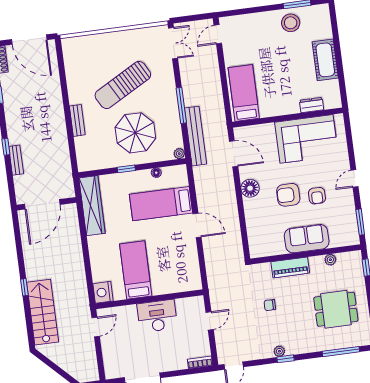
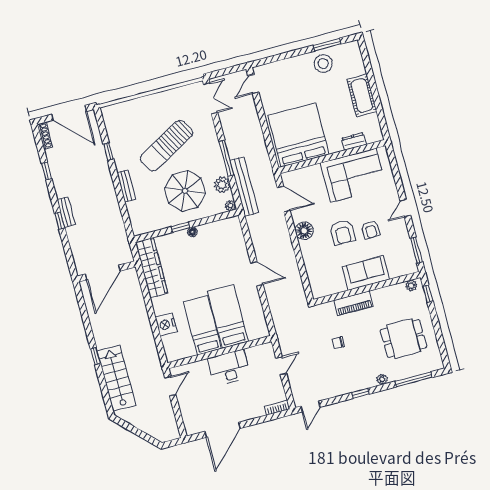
window: (64, 83) -> (108, 151), added
bed: (244, 93) -> (298, 135), width x2.04
plant: (173, 131) -> (222, 185), added
bench: (16, 160) -> (66, 212), moved
floor lamp: (156, 173) -> (192, 232), moved
armchair: (288, 195) -> (342, 232), turned -90
bed: (161, 204) -> (228, 316), moved, turned 90
plant: (330, 260) -> (411, 286), moved
nightstand: (103, 292) -> (166, 324), moved
plant: (279, 351) -> (382, 379), moved

